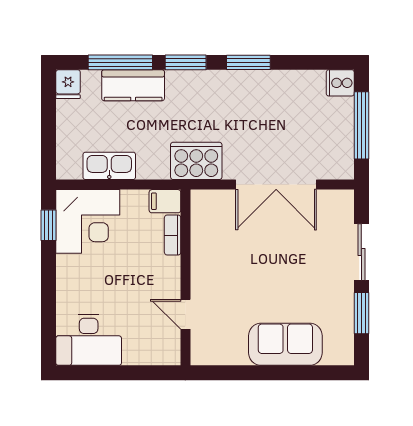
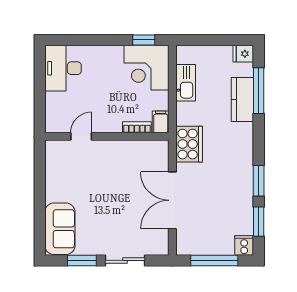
window: (186, 62) -> (259, 222), moved
sofa: (285, 344) -> (60, 229), moved

